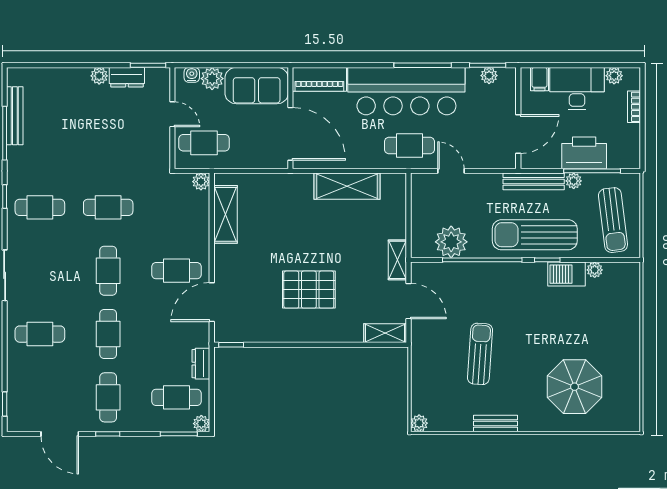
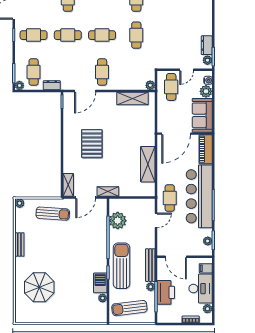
plant: (99, 76) -> (207, 60), moved
door: (212, 302) -> (85, 91), swing flipped
sun lounger: (480, 354) -> (53, 214), moved

